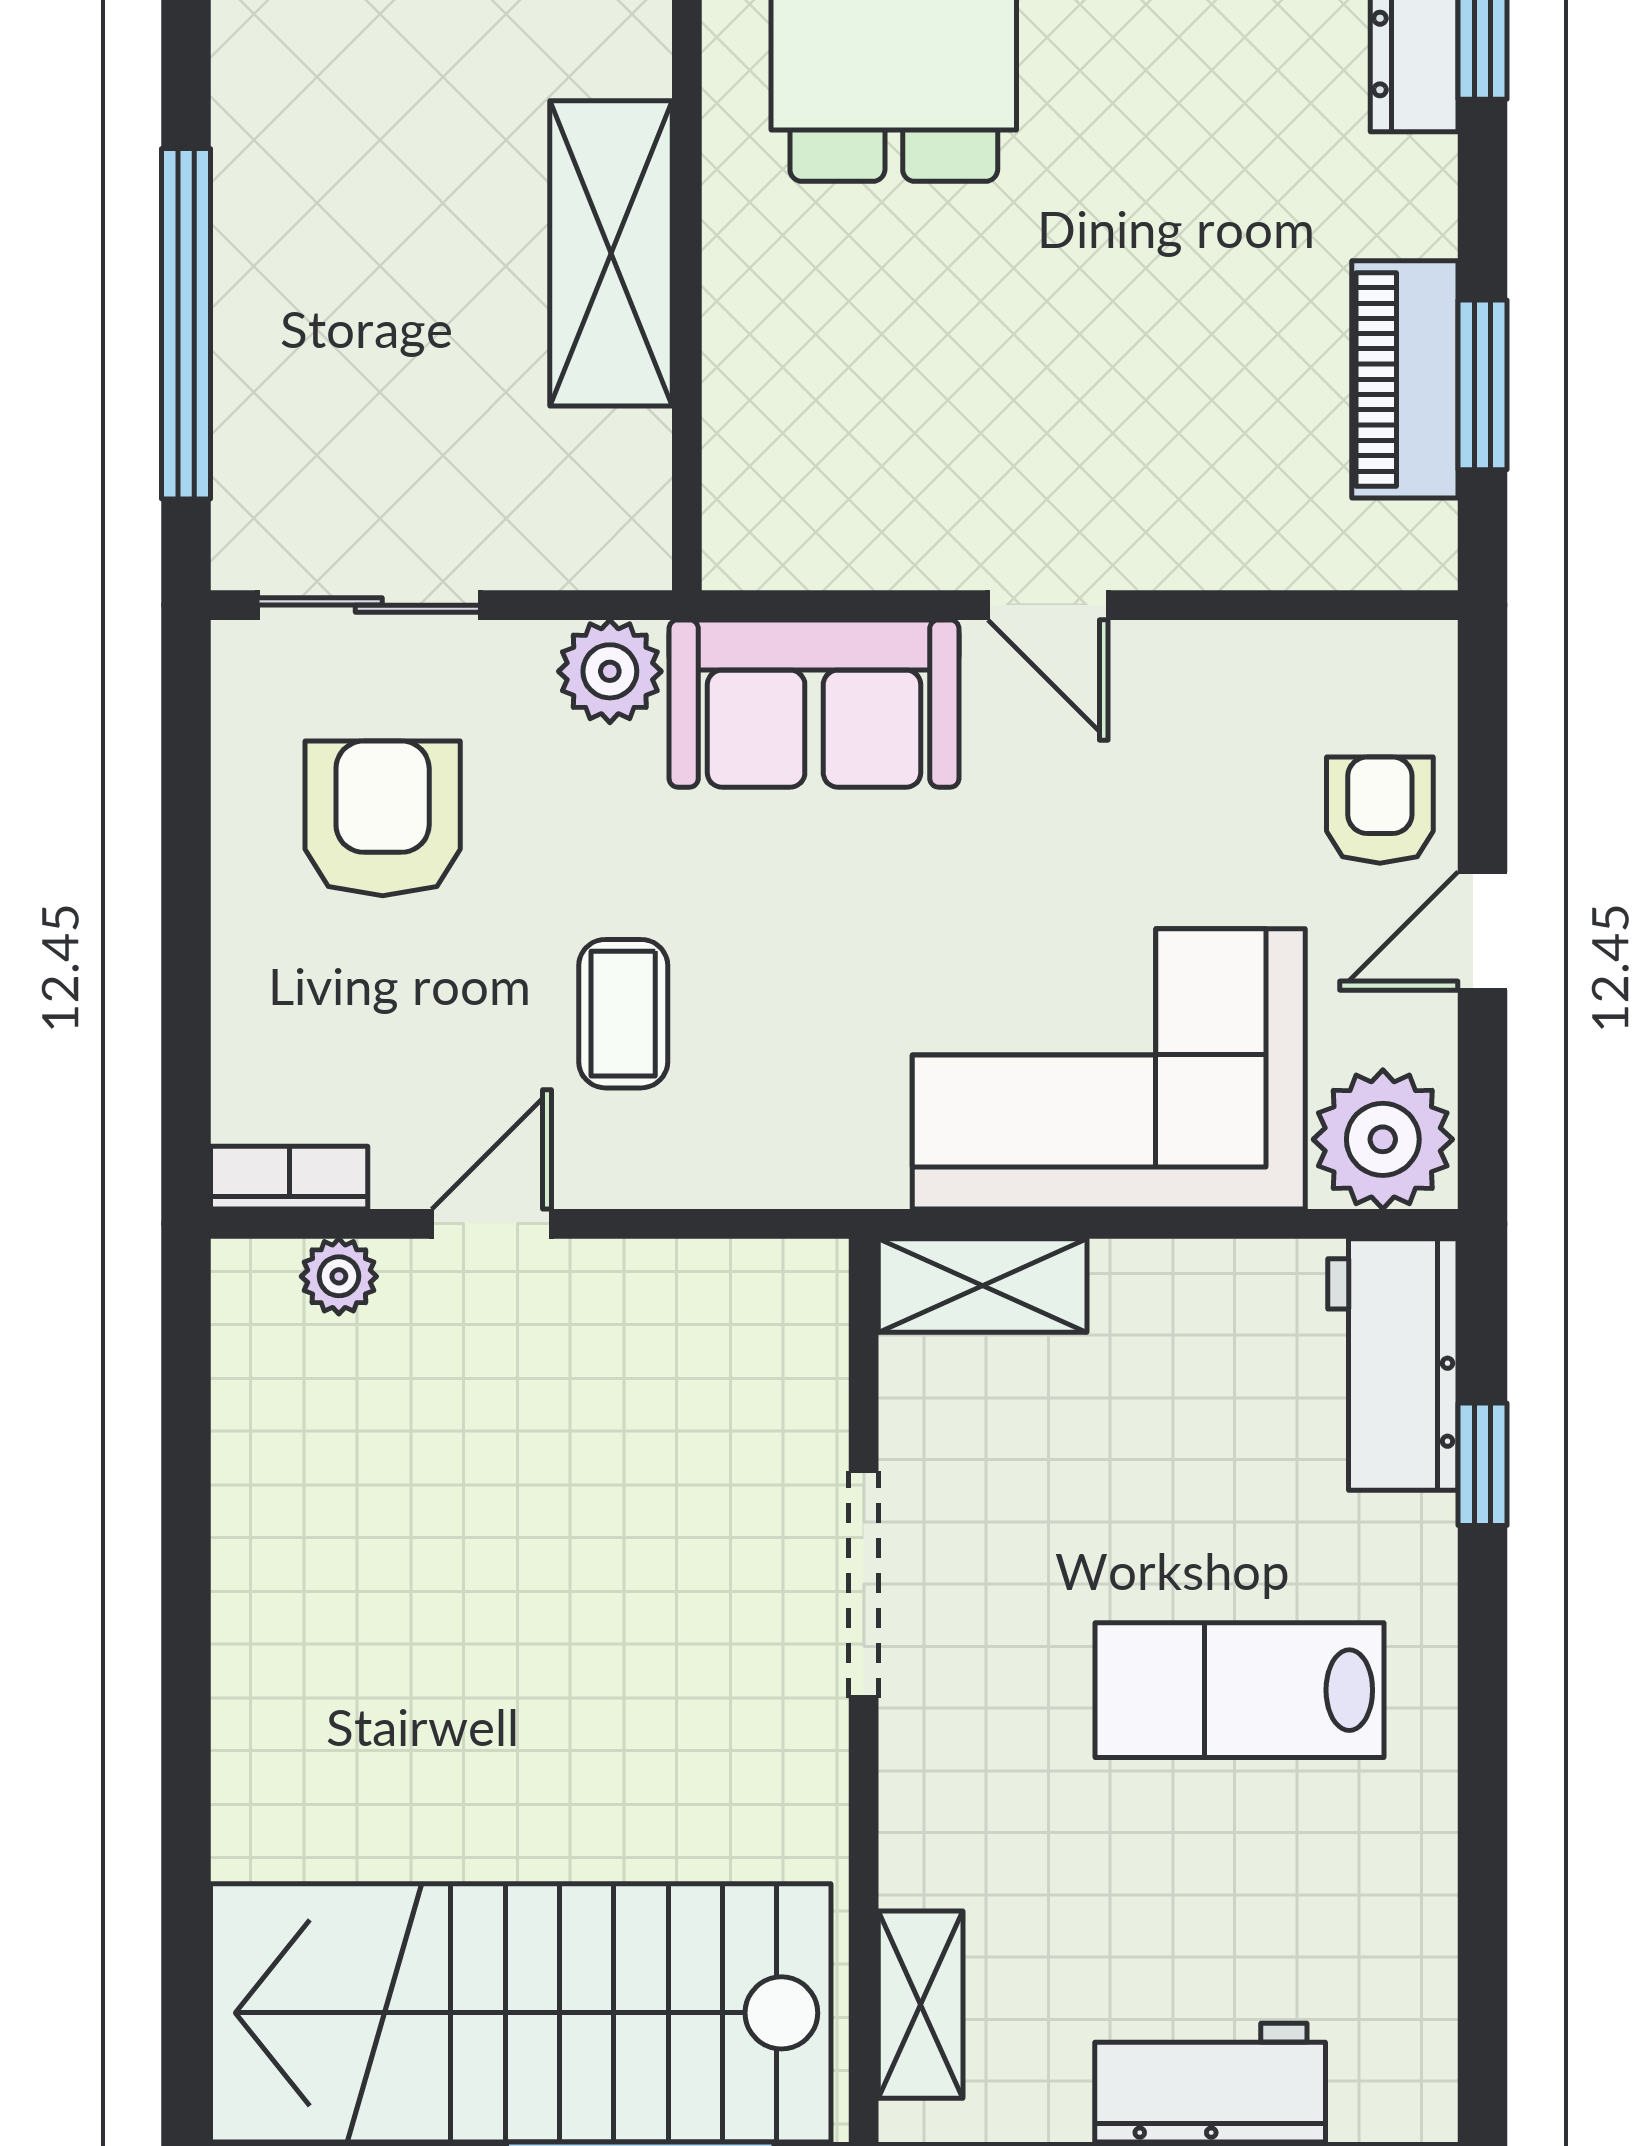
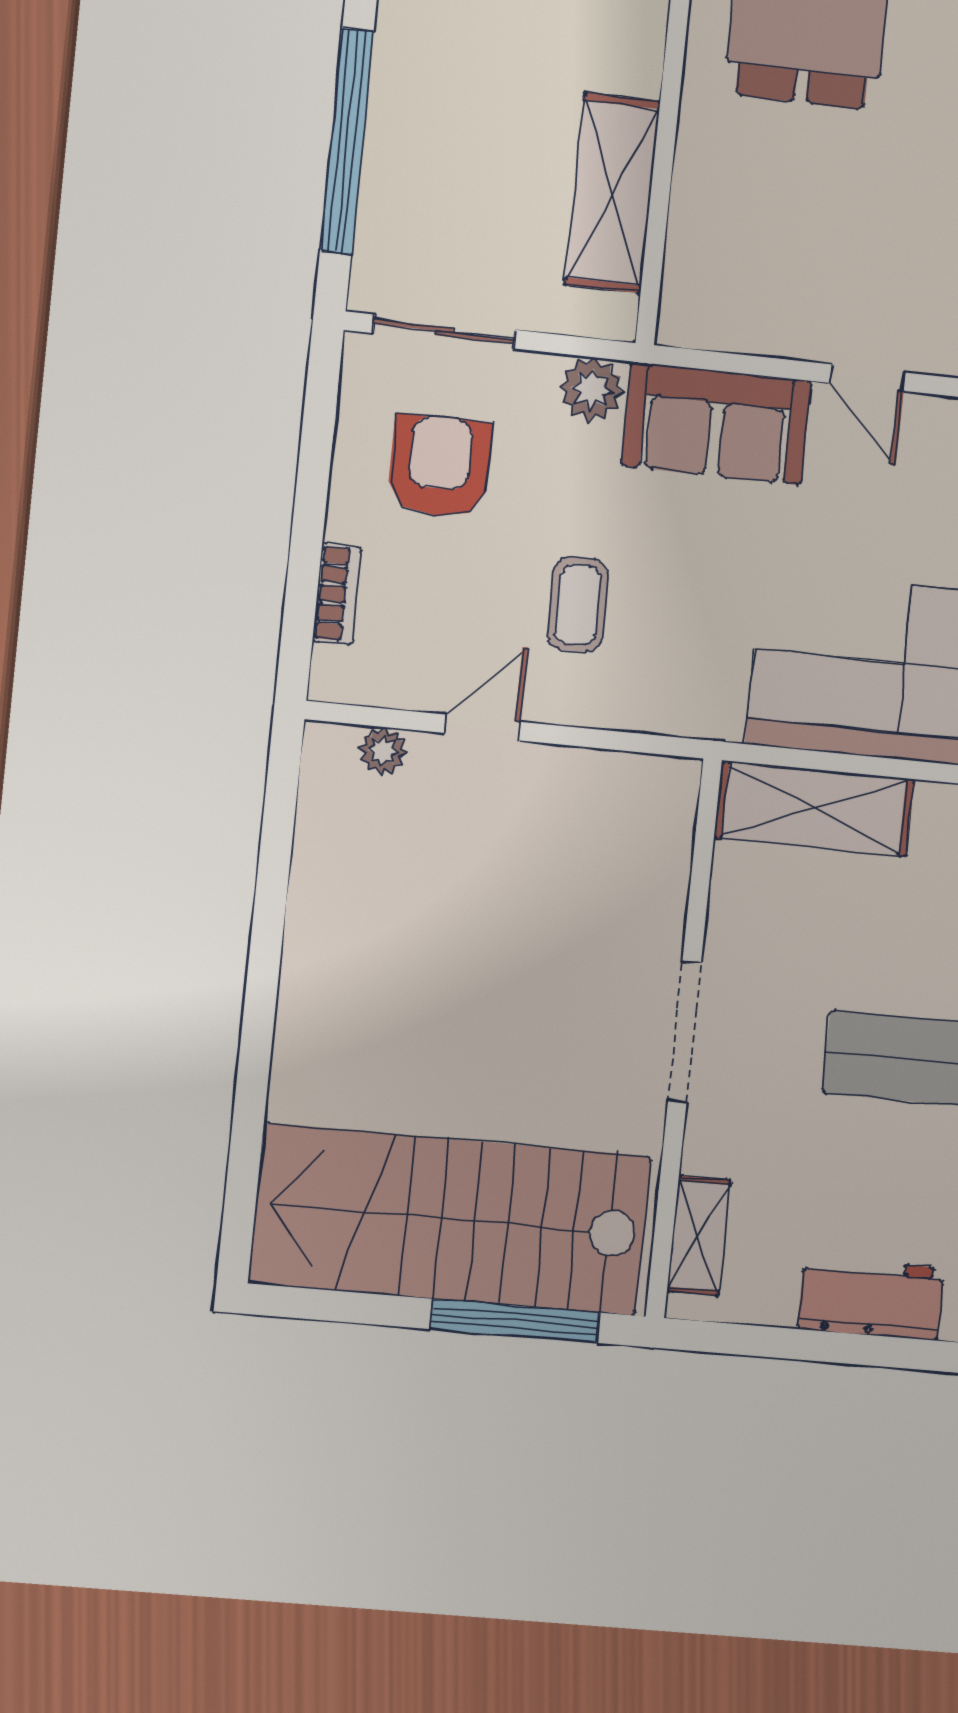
shelving: (611, 253) -> (612, 193), moved
bookcase: (289, 1178) -> (337, 594), moved, turned 90
shelving: (983, 1285) -> (814, 808), width x1.50, depth x1.33
doorway: (864, 1584) -> (684, 1032), moved

